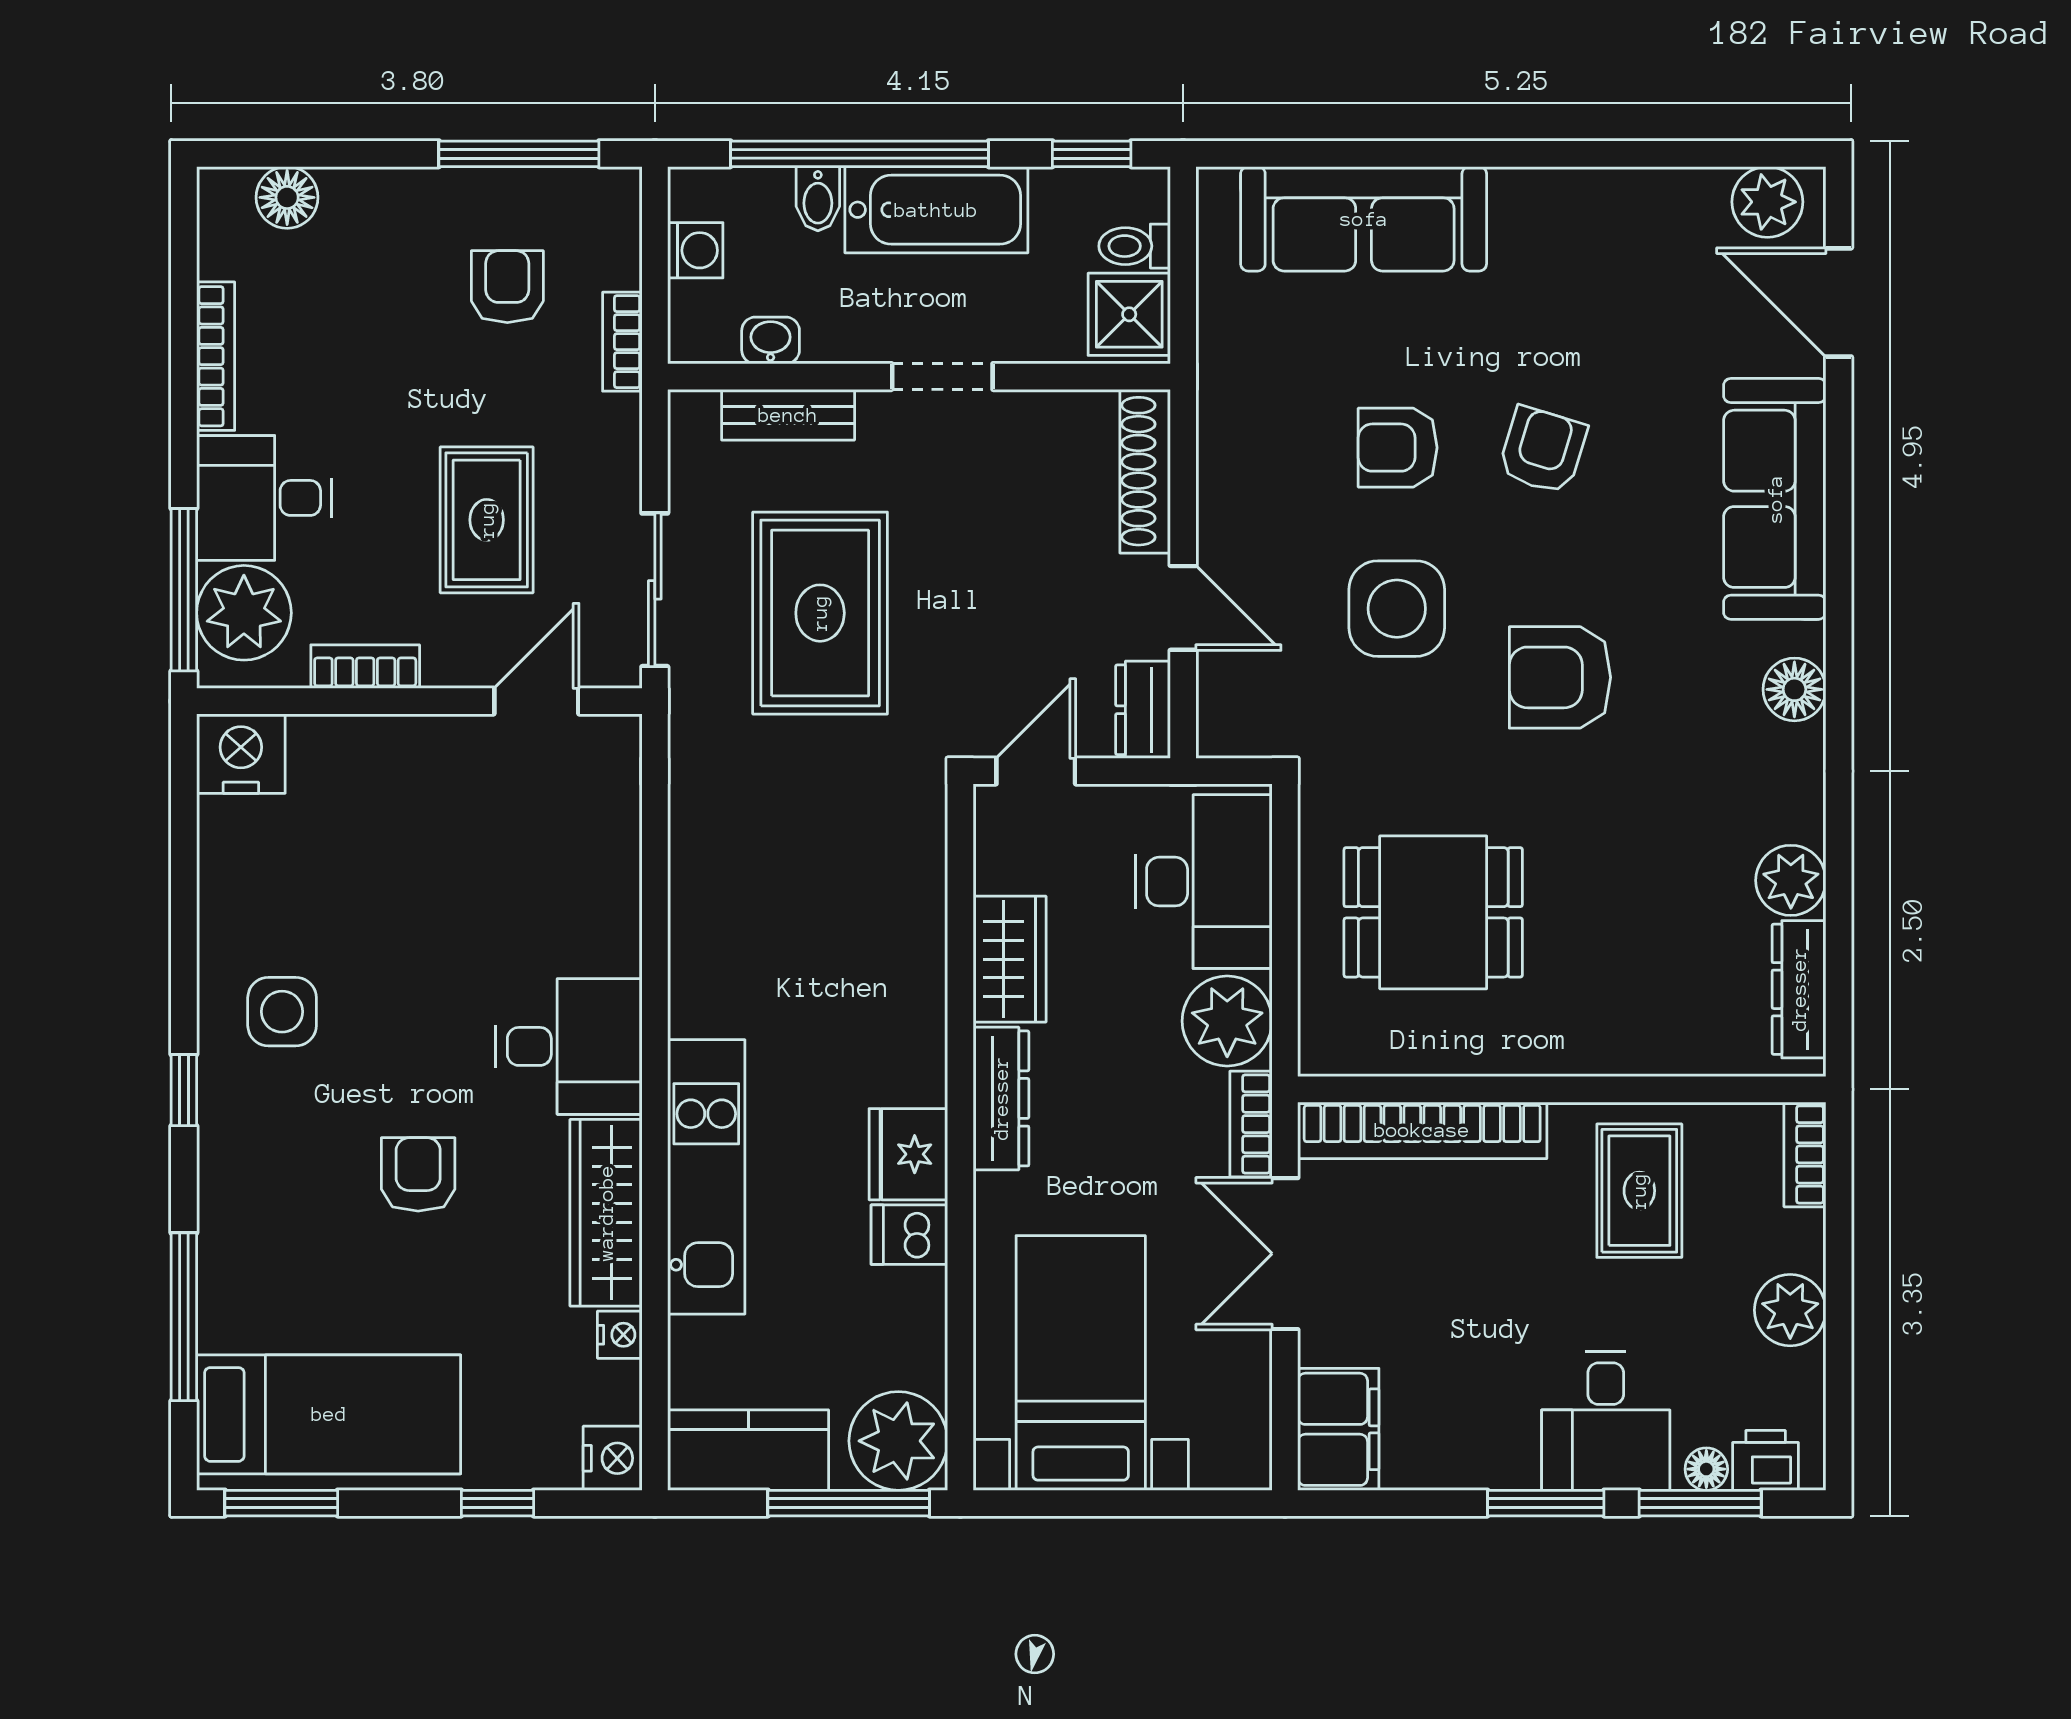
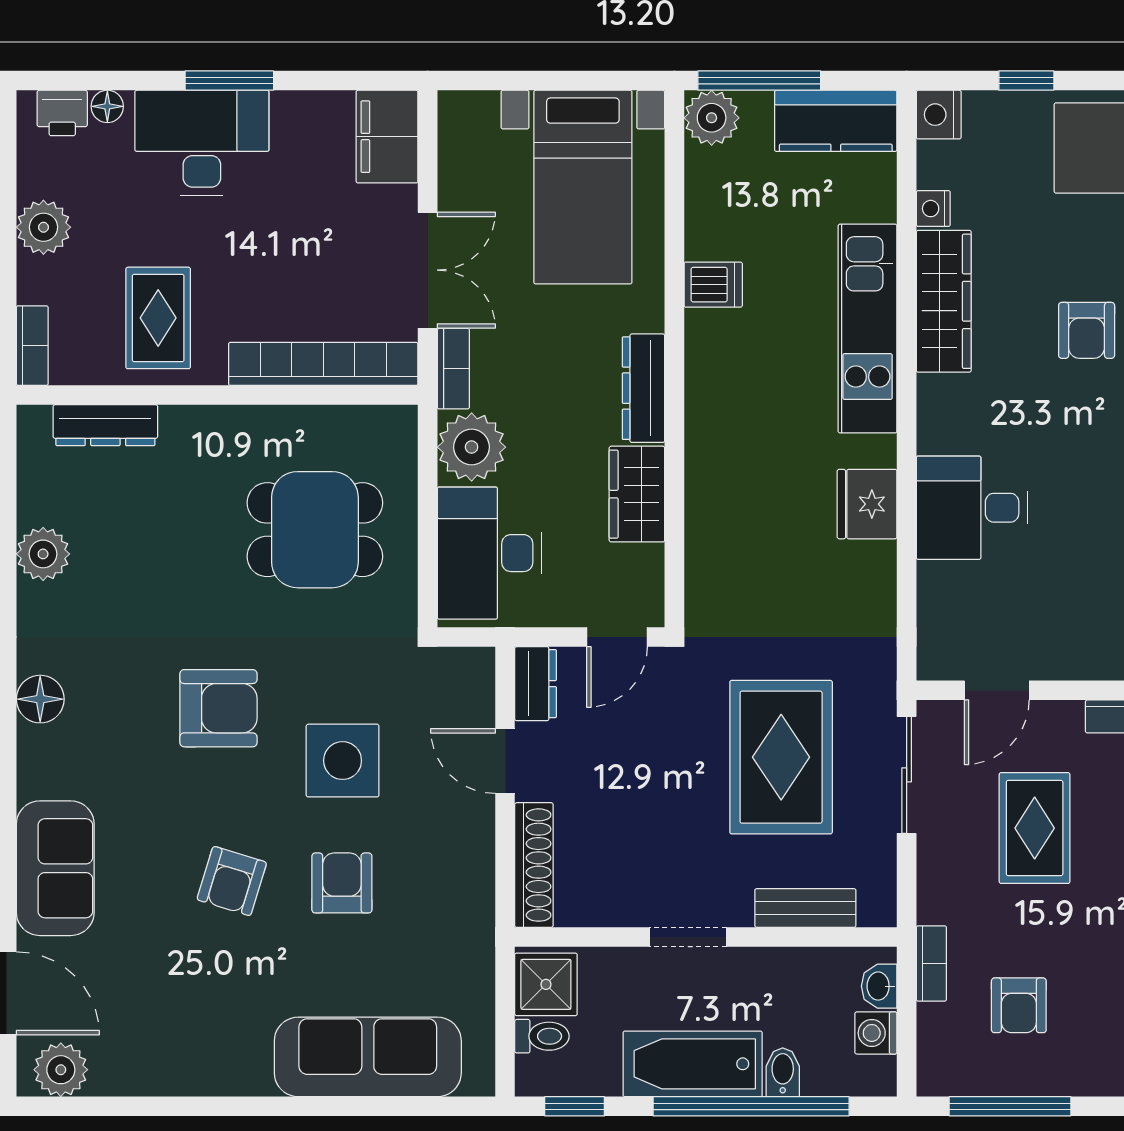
washbasin: (771, 340) -> (879, 986), moved, turned 90
armchair: (1398, 448) -> (342, 883), turned -90
sofa: (1775, 499) -> (55, 868), width x0.73
dresser: (1799, 989) -> (105, 425), moved, turned 90
desk: (569, 1046) -> (972, 508), moved
fridge: (908, 1154) -> (867, 504), moved, turned 180
desk: (1606, 1421) -> (202, 143), width x1.37
plant: (898, 1441) -> (712, 118), width x0.73, depth x0.73
window: (1700, 1503) -> (112, 81), removed

